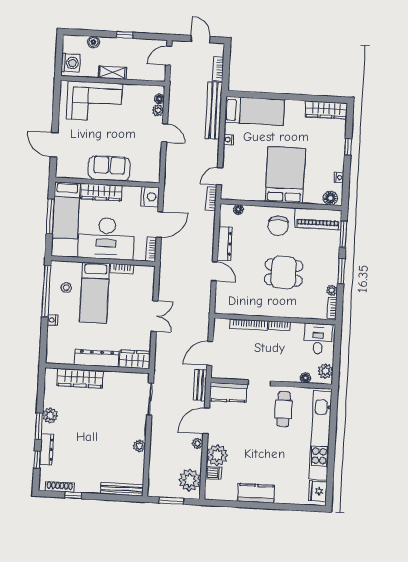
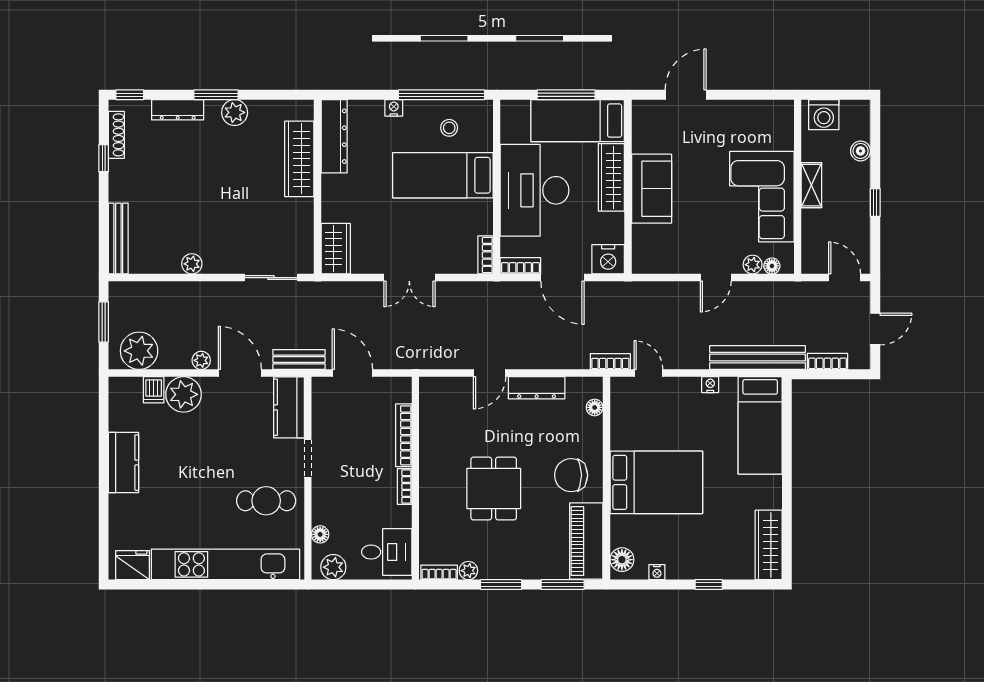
corner sofa: (94, 101) -> (762, 197), moved
bookcase: (122, 269) -> (485, 255), moved
dresser: (97, 358) -> (334, 136), moved
window: (37, 460) -> (130, 95), moved

